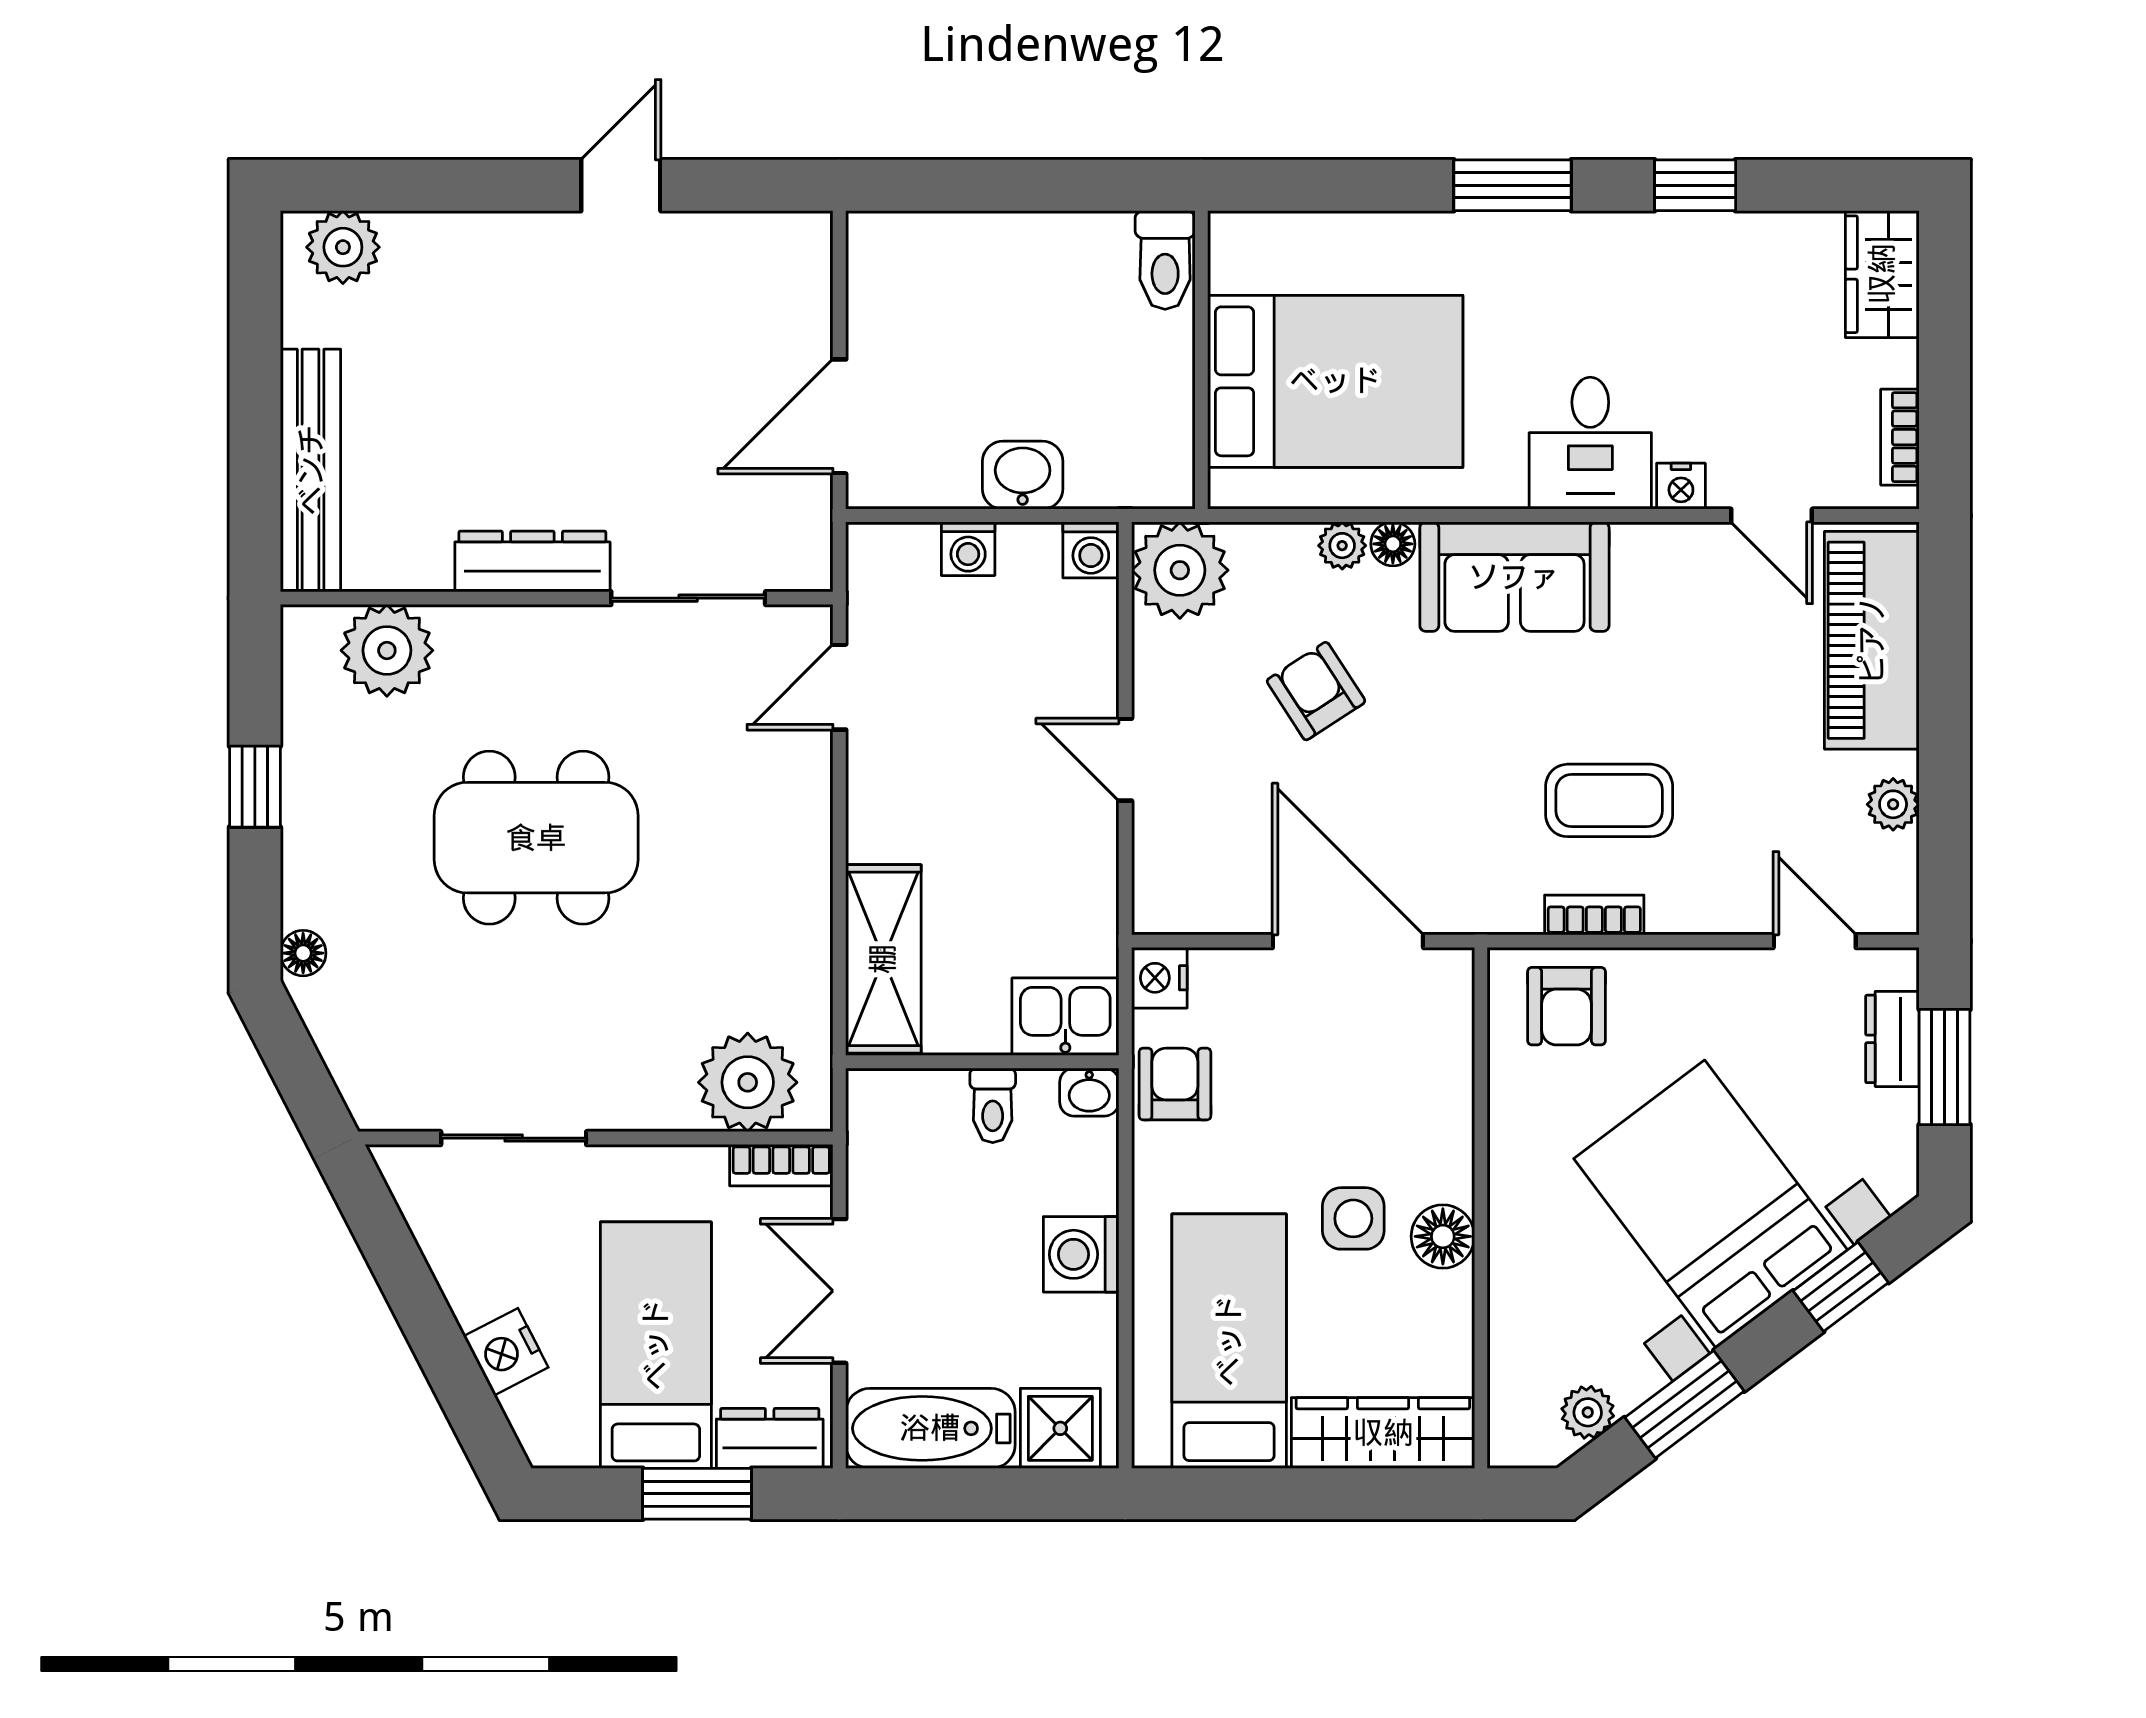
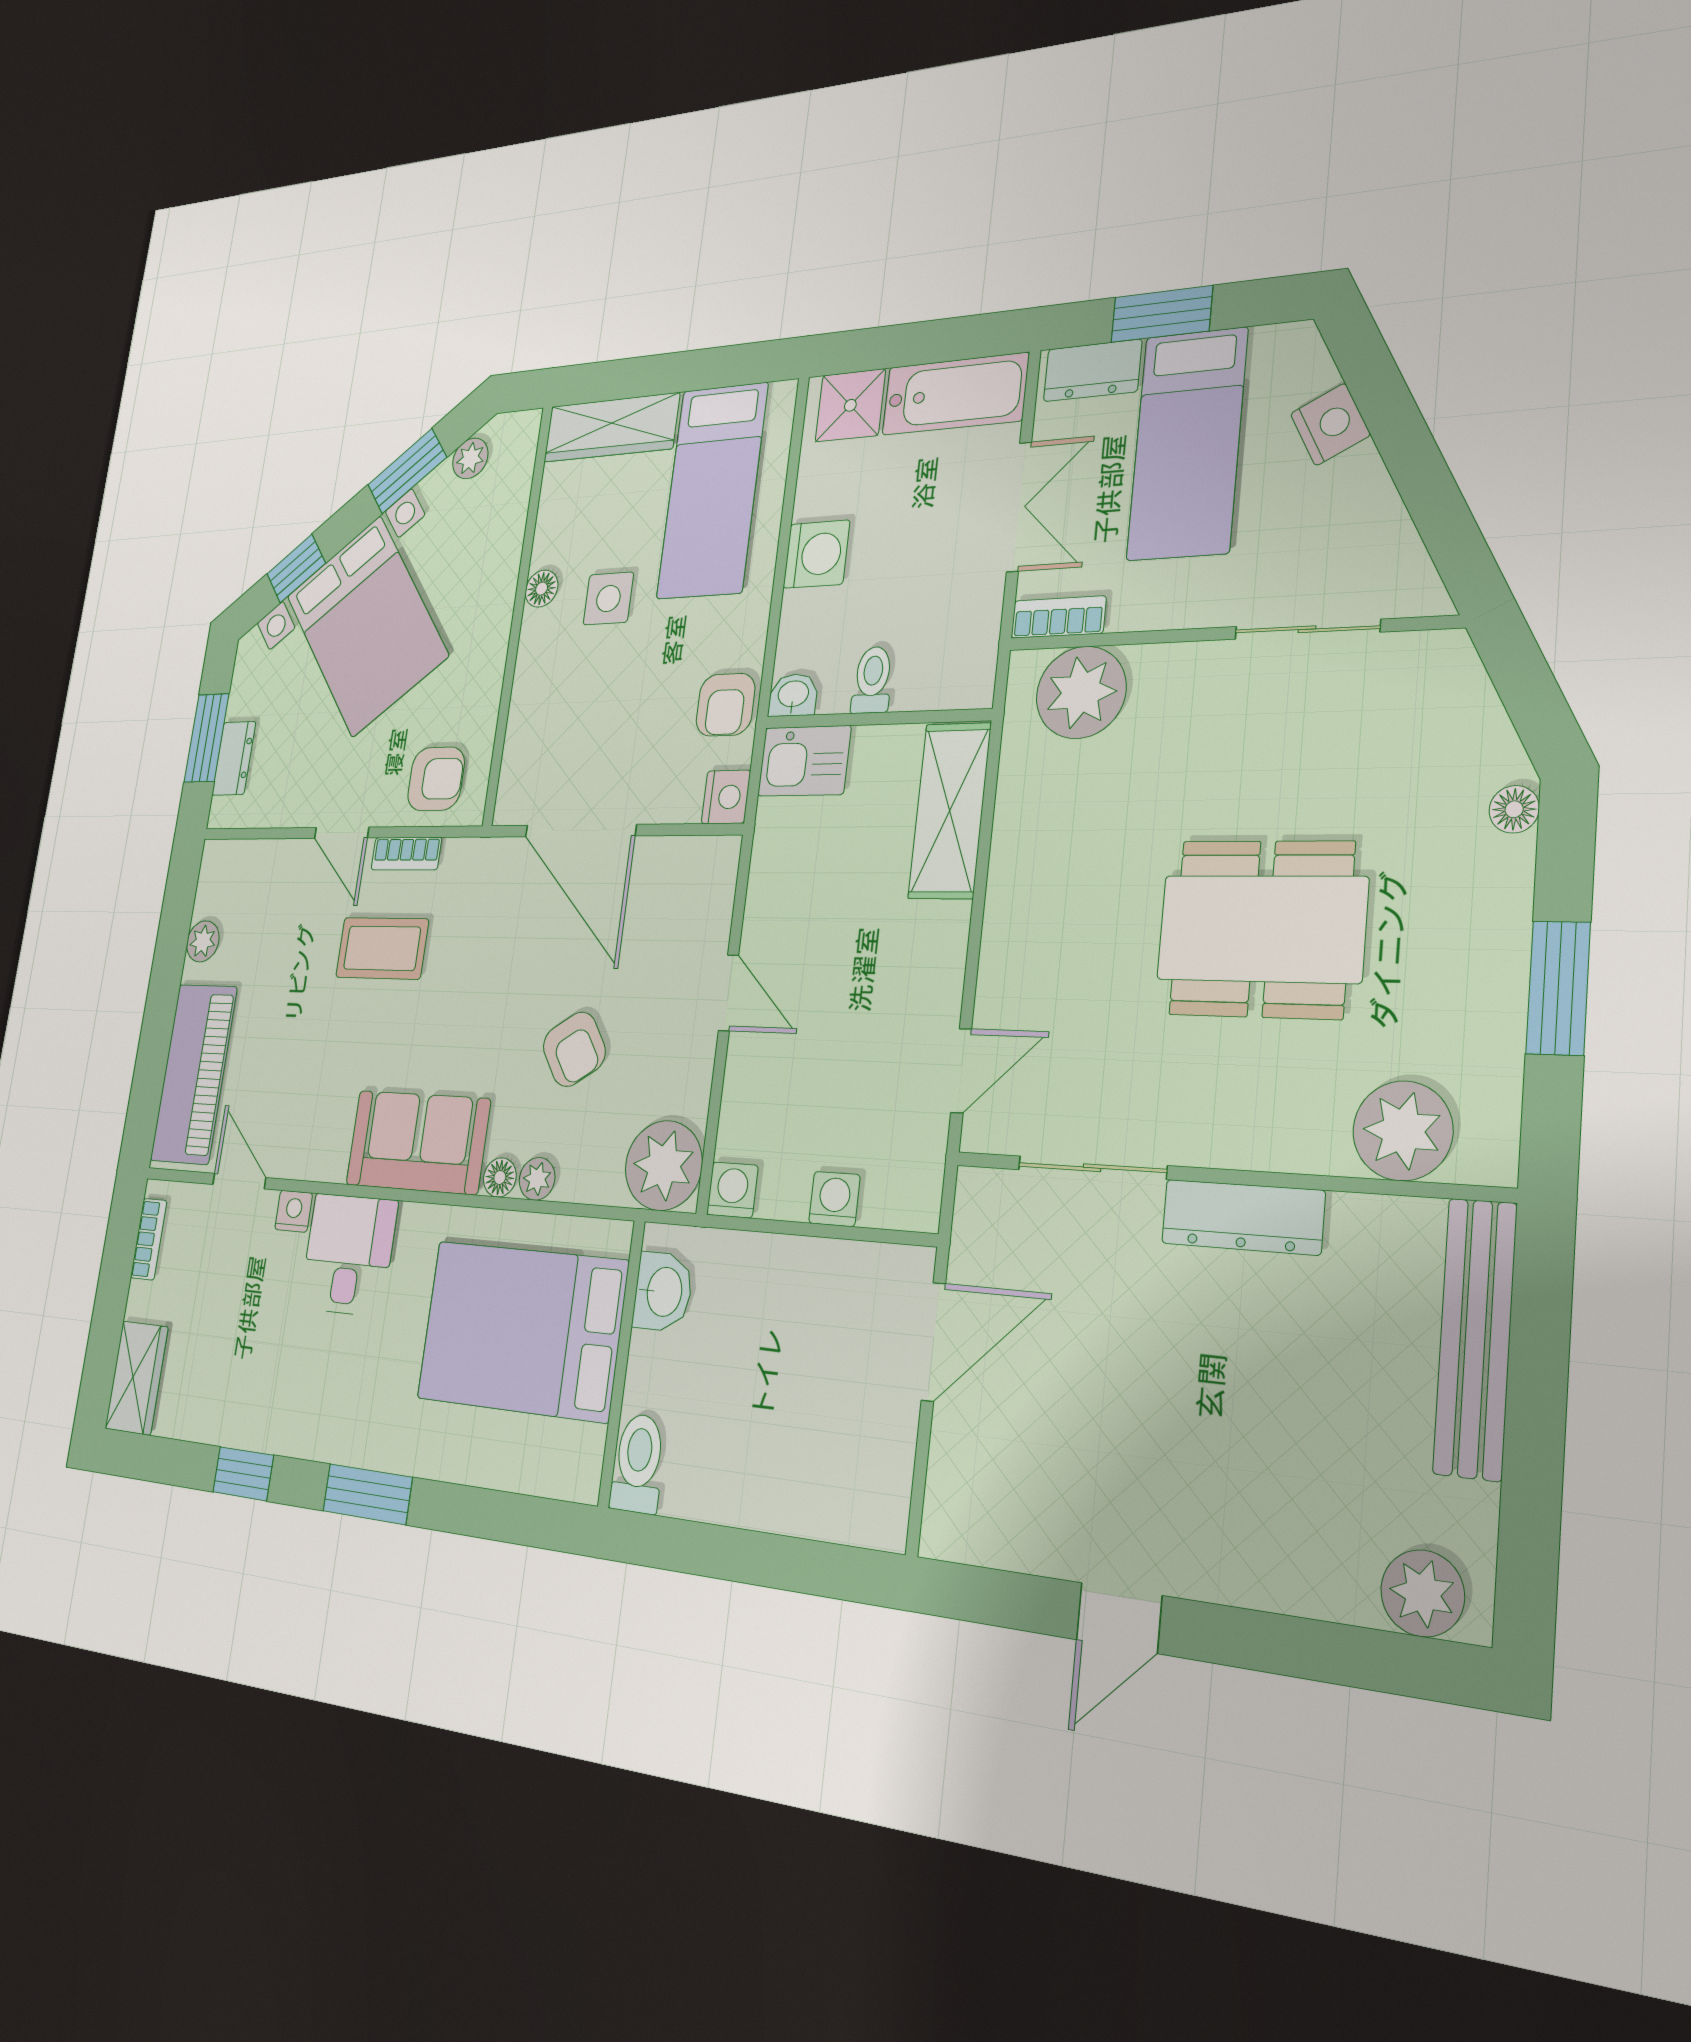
washbasin: (1023, 475) -> (663, 1292), moved, turned -90
window: (255, 787) -> (1558, 988), width x1.50
door: (1815, 941) -> (342, 833), moved
armchair: (1567, 1006) -> (436, 779), turned 90
floor lamp: (1443, 1236) -> (542, 589), width x0.73, depth x0.73

